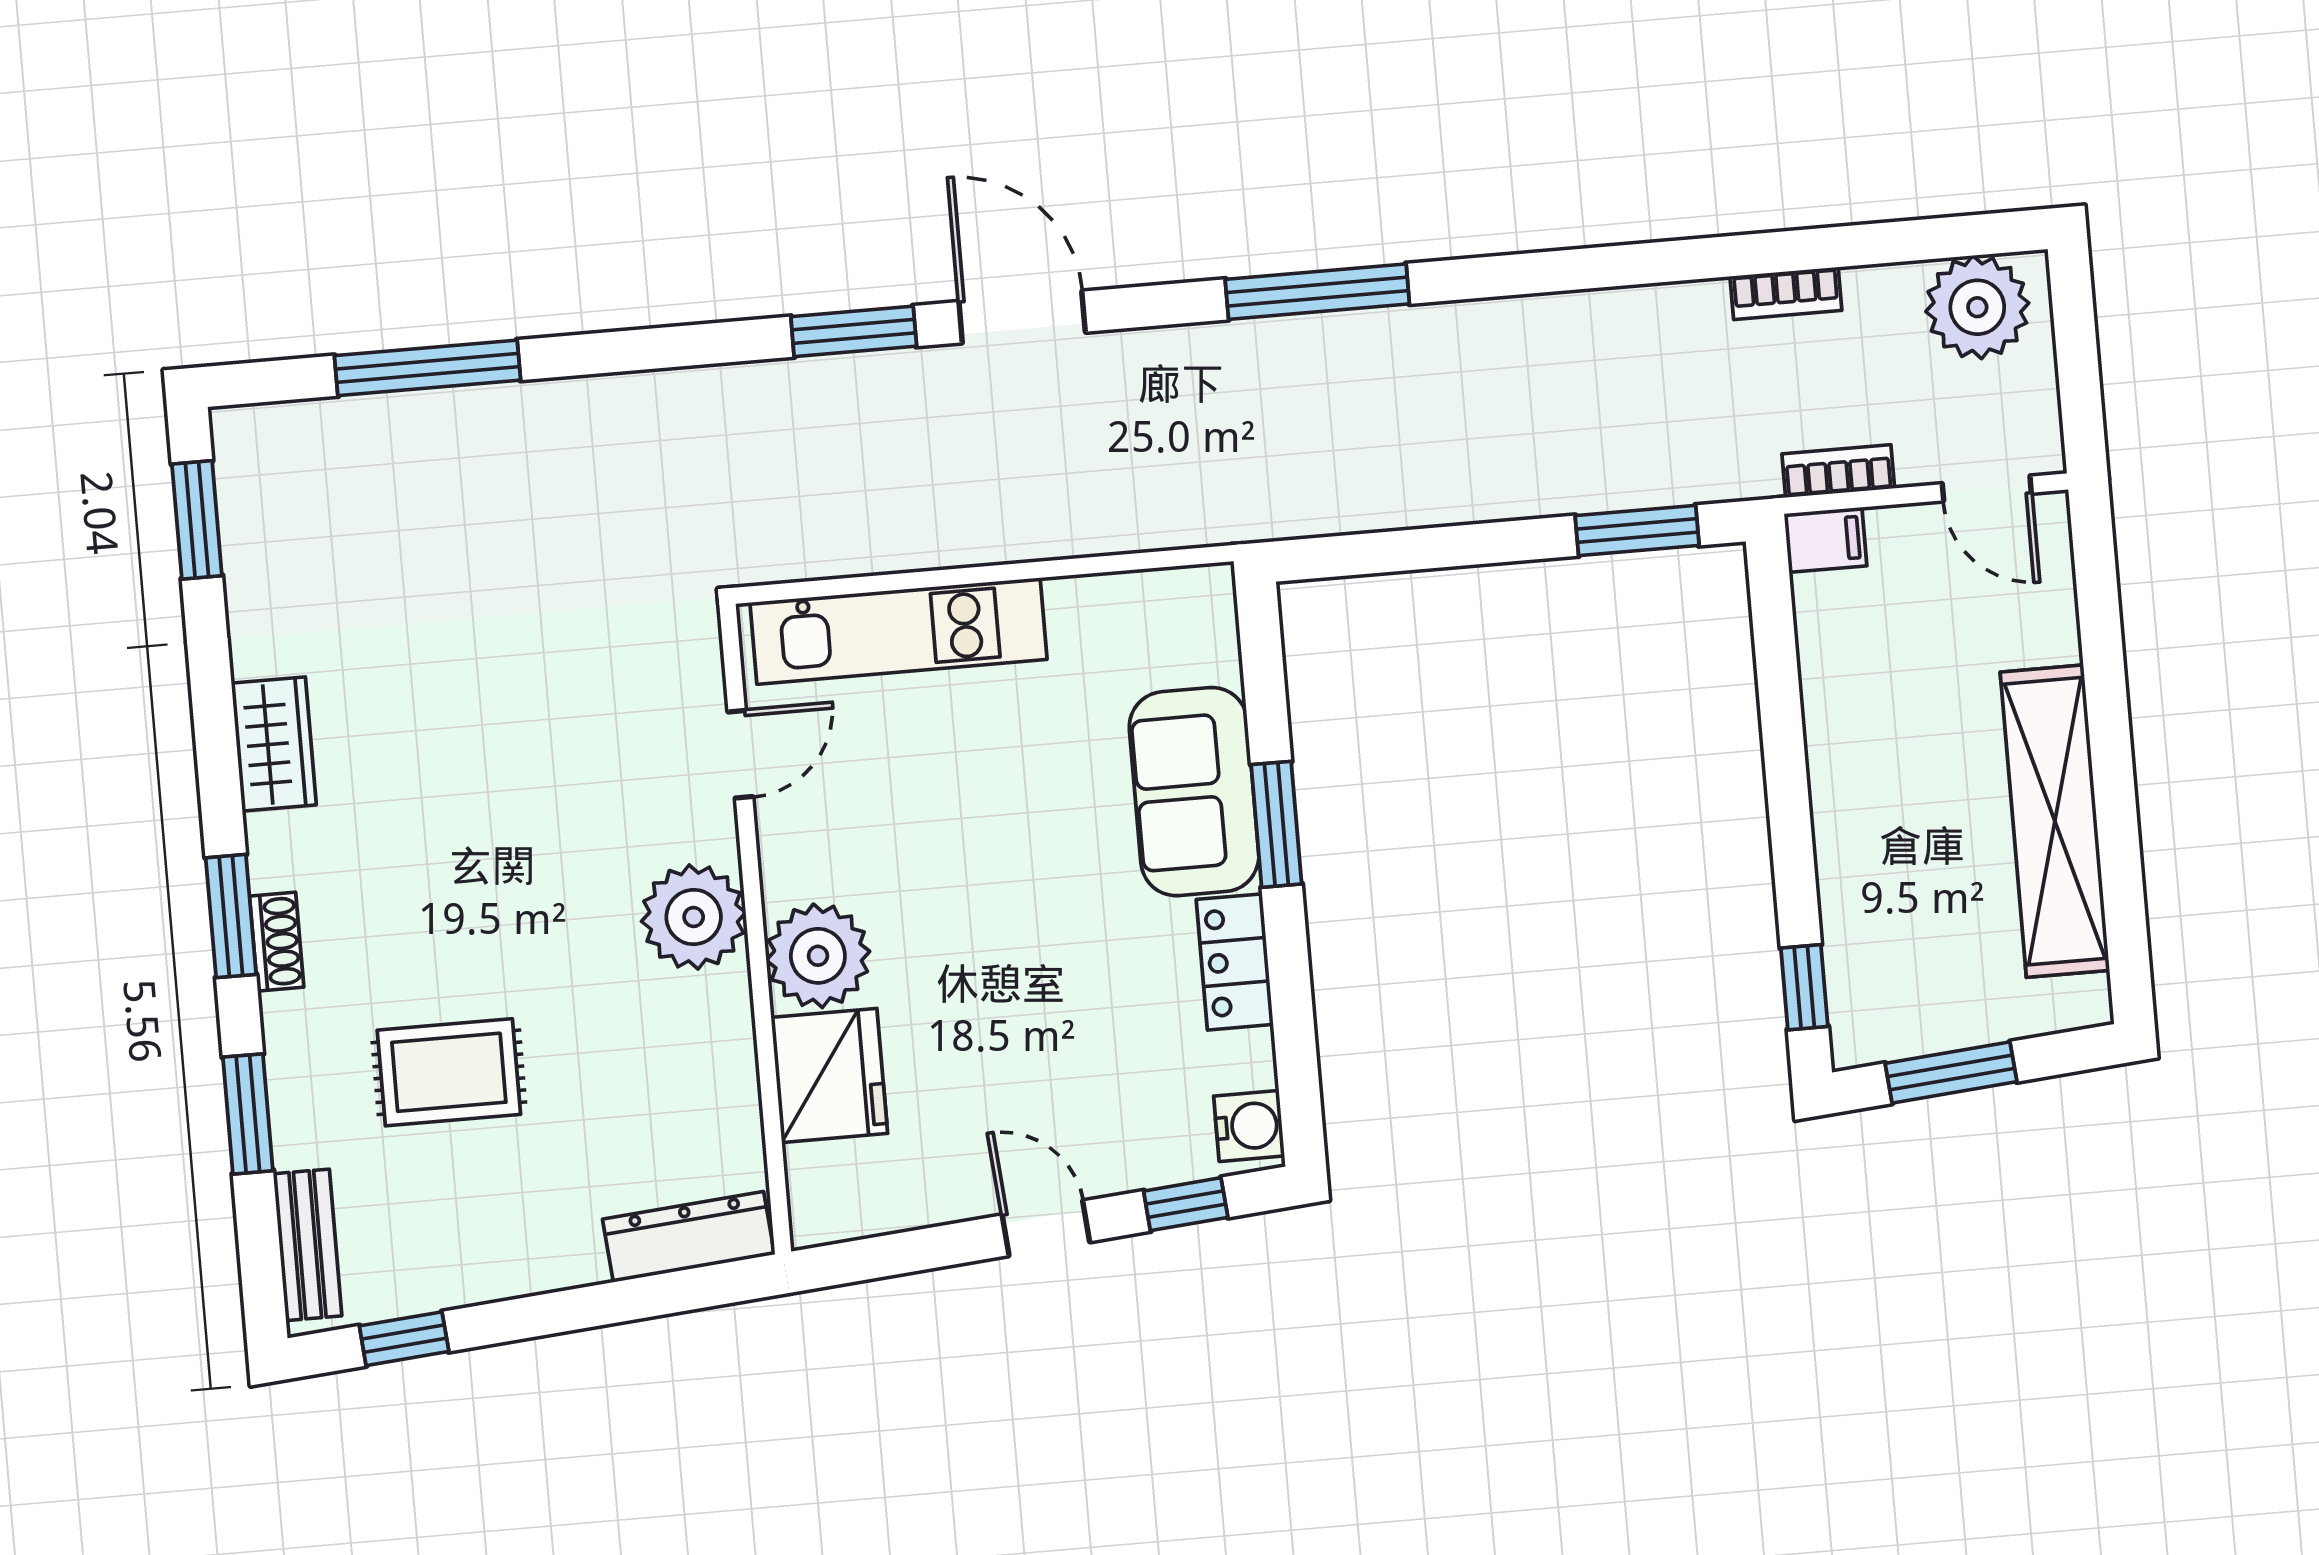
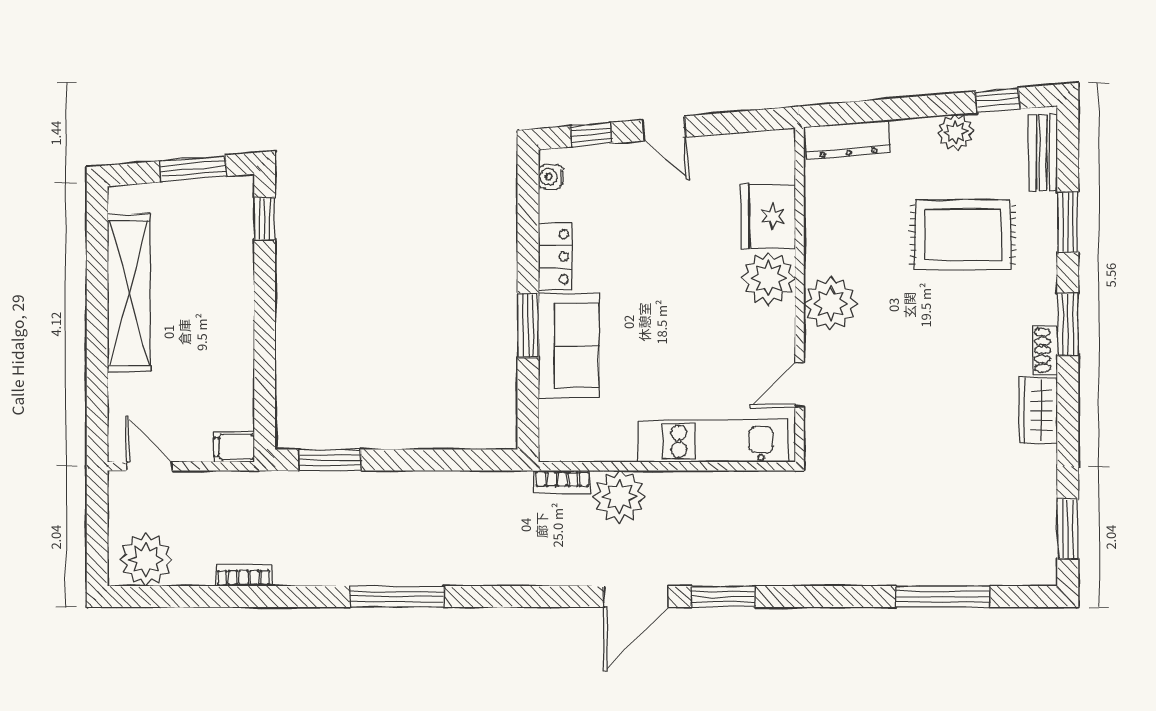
window: (1317, 292) -> (397, 597), moved
door: (1022, 317) -> (636, 597), hinge flipped
bookcase: (1838, 471) -> (562, 482), moved
plant: (1071, 508) -> (620, 497), added
shoe rack: (277, 942) -> (1046, 350), moved
rug: (449, 1072) -> (963, 235), width x1.36, depth x1.43
water cooler: (1249, 1126) -> (551, 177), width x0.72, depth x0.72
plant: (480, 1270) -> (956, 132), added

